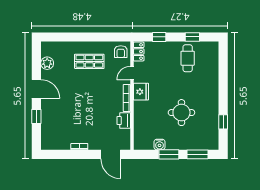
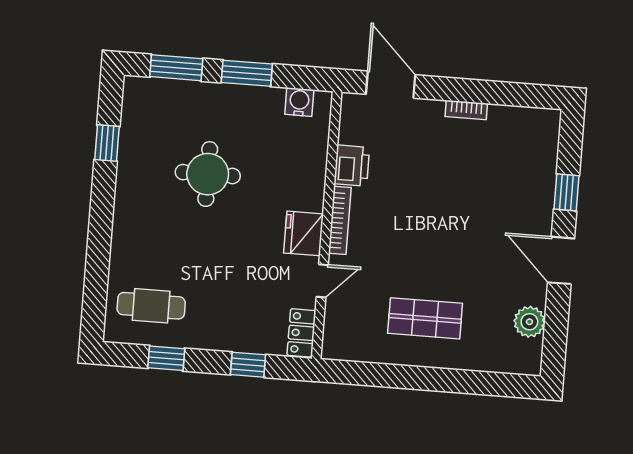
armchair: (121, 52) -> (346, 336), removed
cafe table: (188, 58) -> (151, 306), moved, turned 90
water cooler: (160, 144) -> (299, 102), moved

